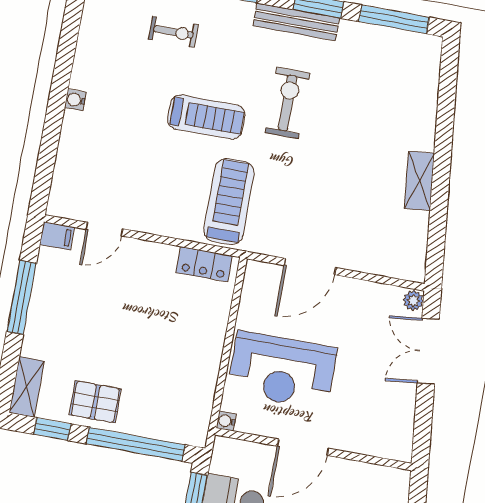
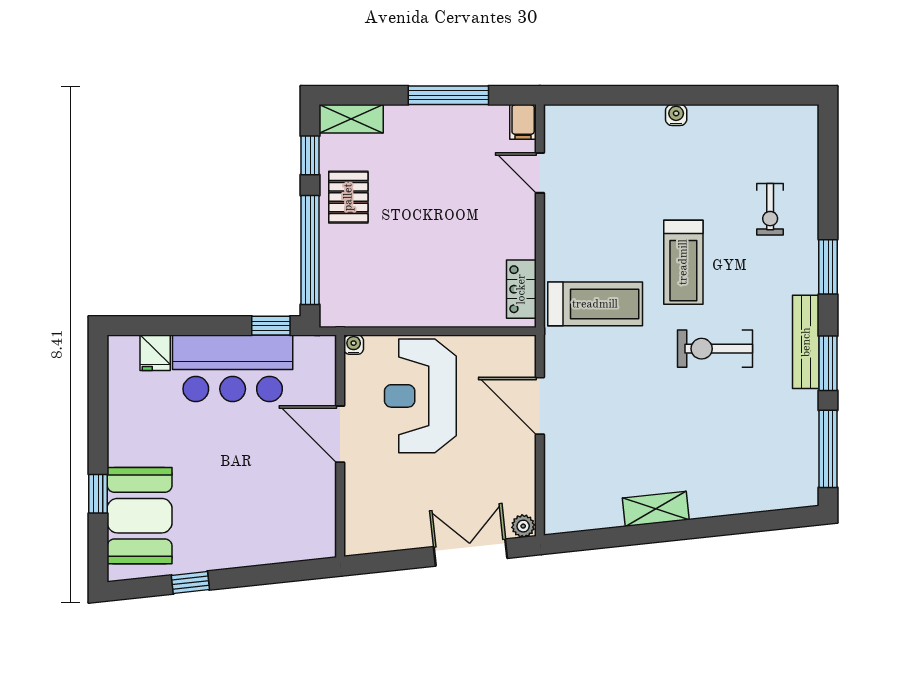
exercise bike: (288, 103) -> (715, 349), turned 180

